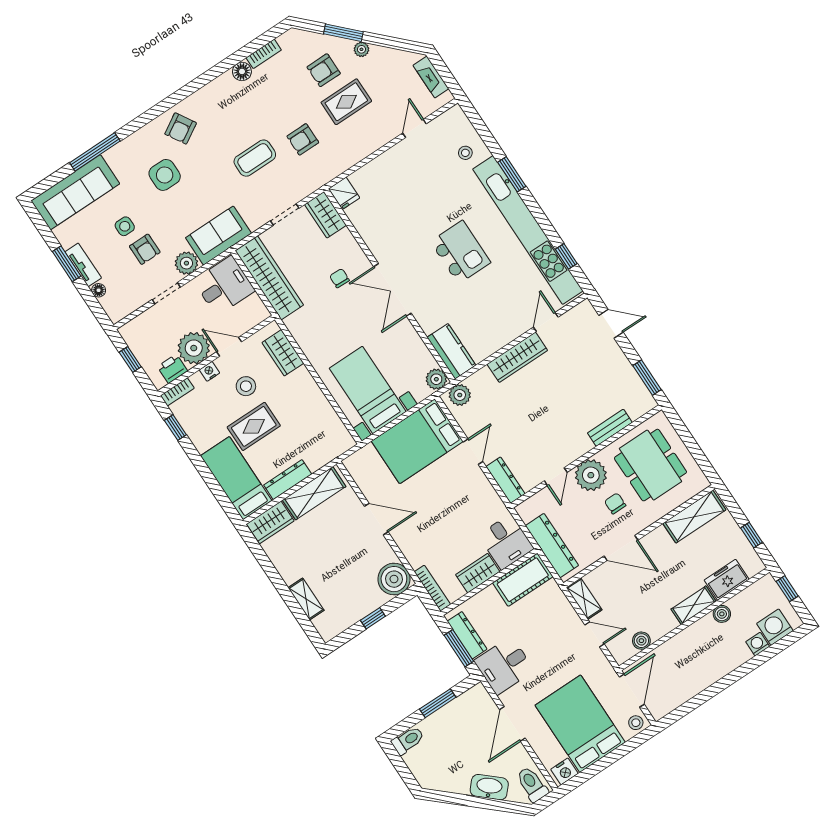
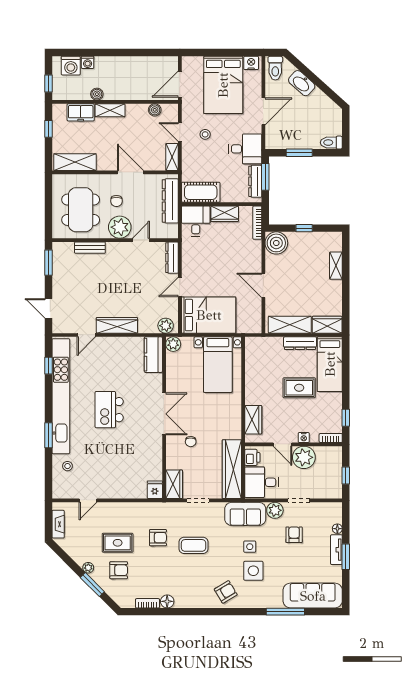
side table: (125, 226) -> (250, 547), moved
printer: (172, 369) -> (252, 457), moved, turned -90
stool: (246, 386) -> (288, 415), removed
stool: (636, 723) -> (205, 134), moved

